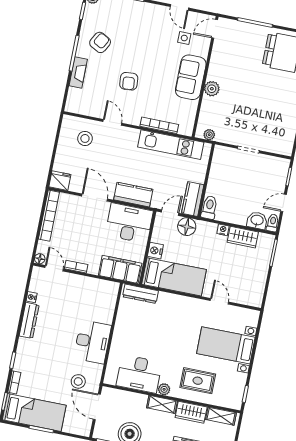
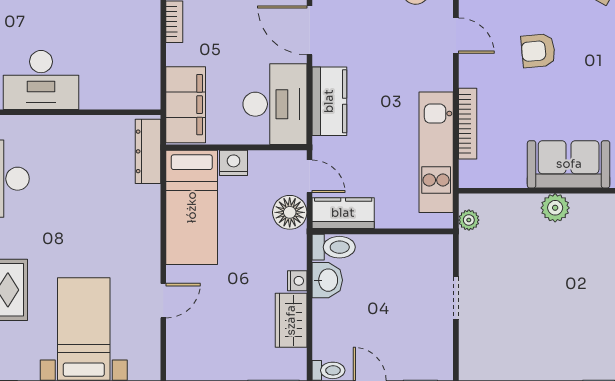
door: (112, 122) -> (456, 36), hinge flipped
door: (95, 198) -> (310, 30), swing flipped
washbasin: (257, 220) -> (327, 280), moved

